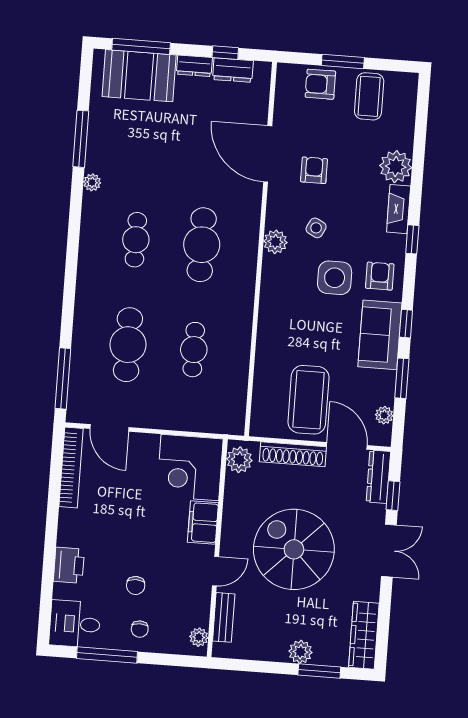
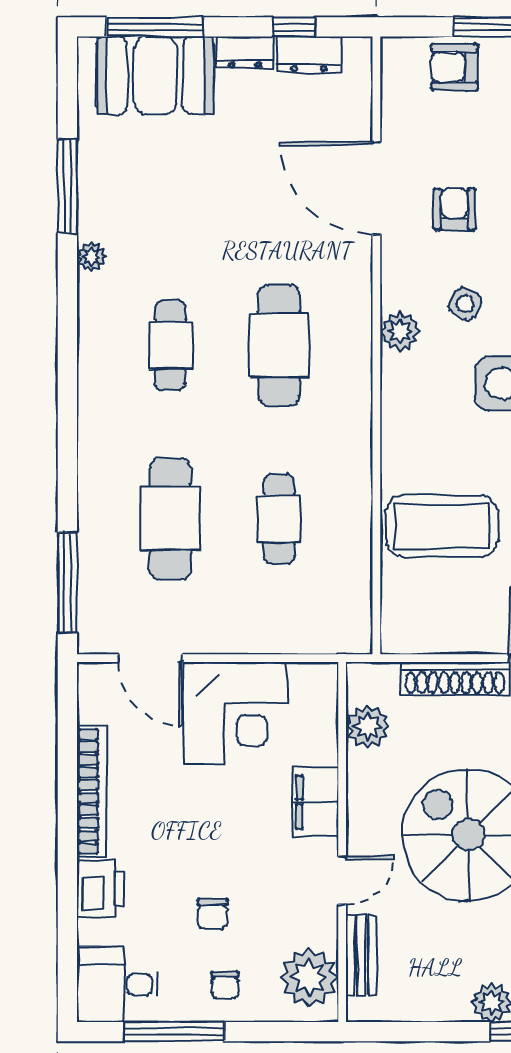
coffee table: (308, 400) -> (442, 526), moved, turned 90
plant: (239, 460) -> (368, 727), moved
bookcase: (71, 468) -> (92, 791), moved
corner desk: (190, 468) -> (235, 713), moved, turned -90
plant: (199, 637) -> (309, 977), width x1.87, depth x1.87

